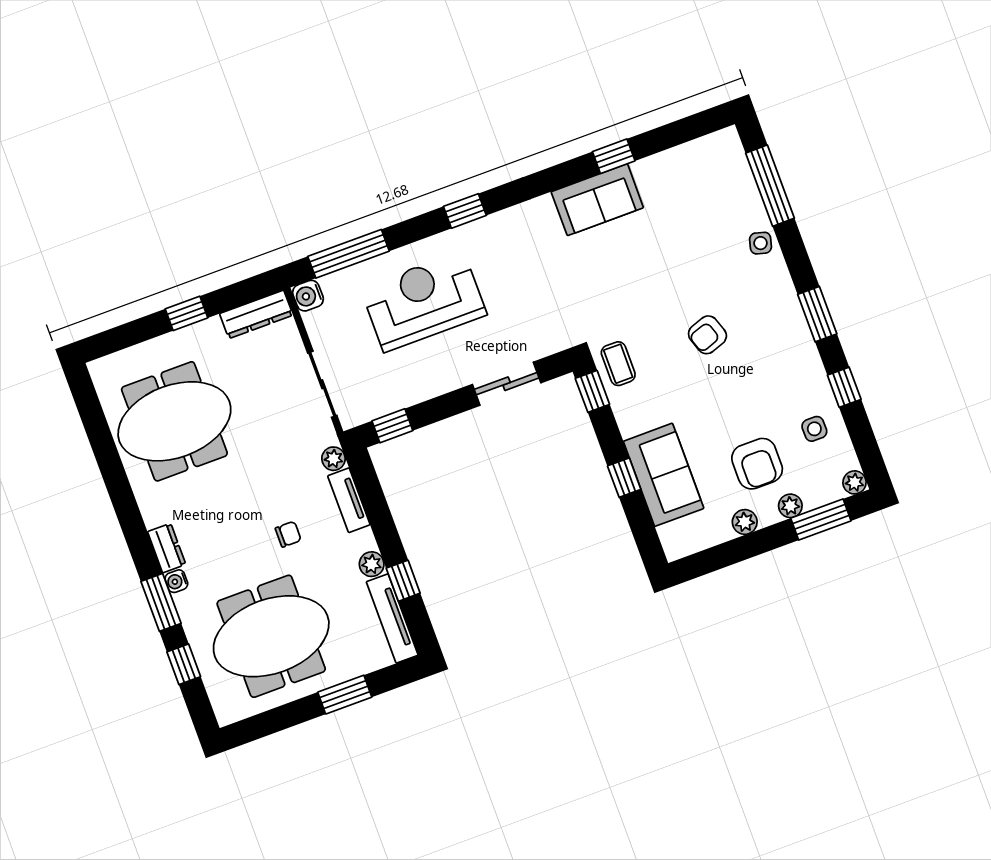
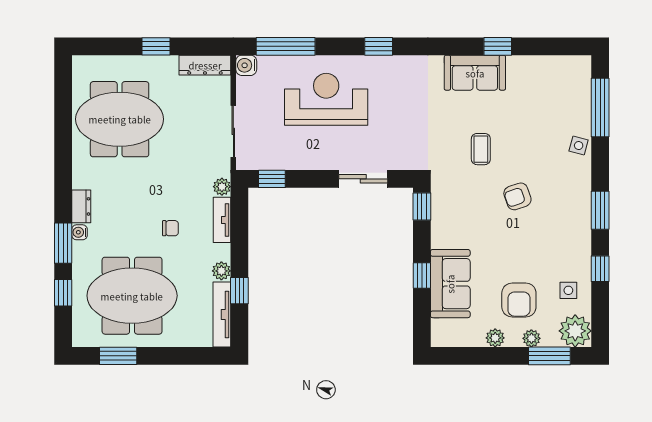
coffee table: (618, 364) -> (481, 149), moved
plant: (855, 482) -> (575, 331), width x1.88, depth x1.88
window: (345, 695) -> (118, 356), moved

